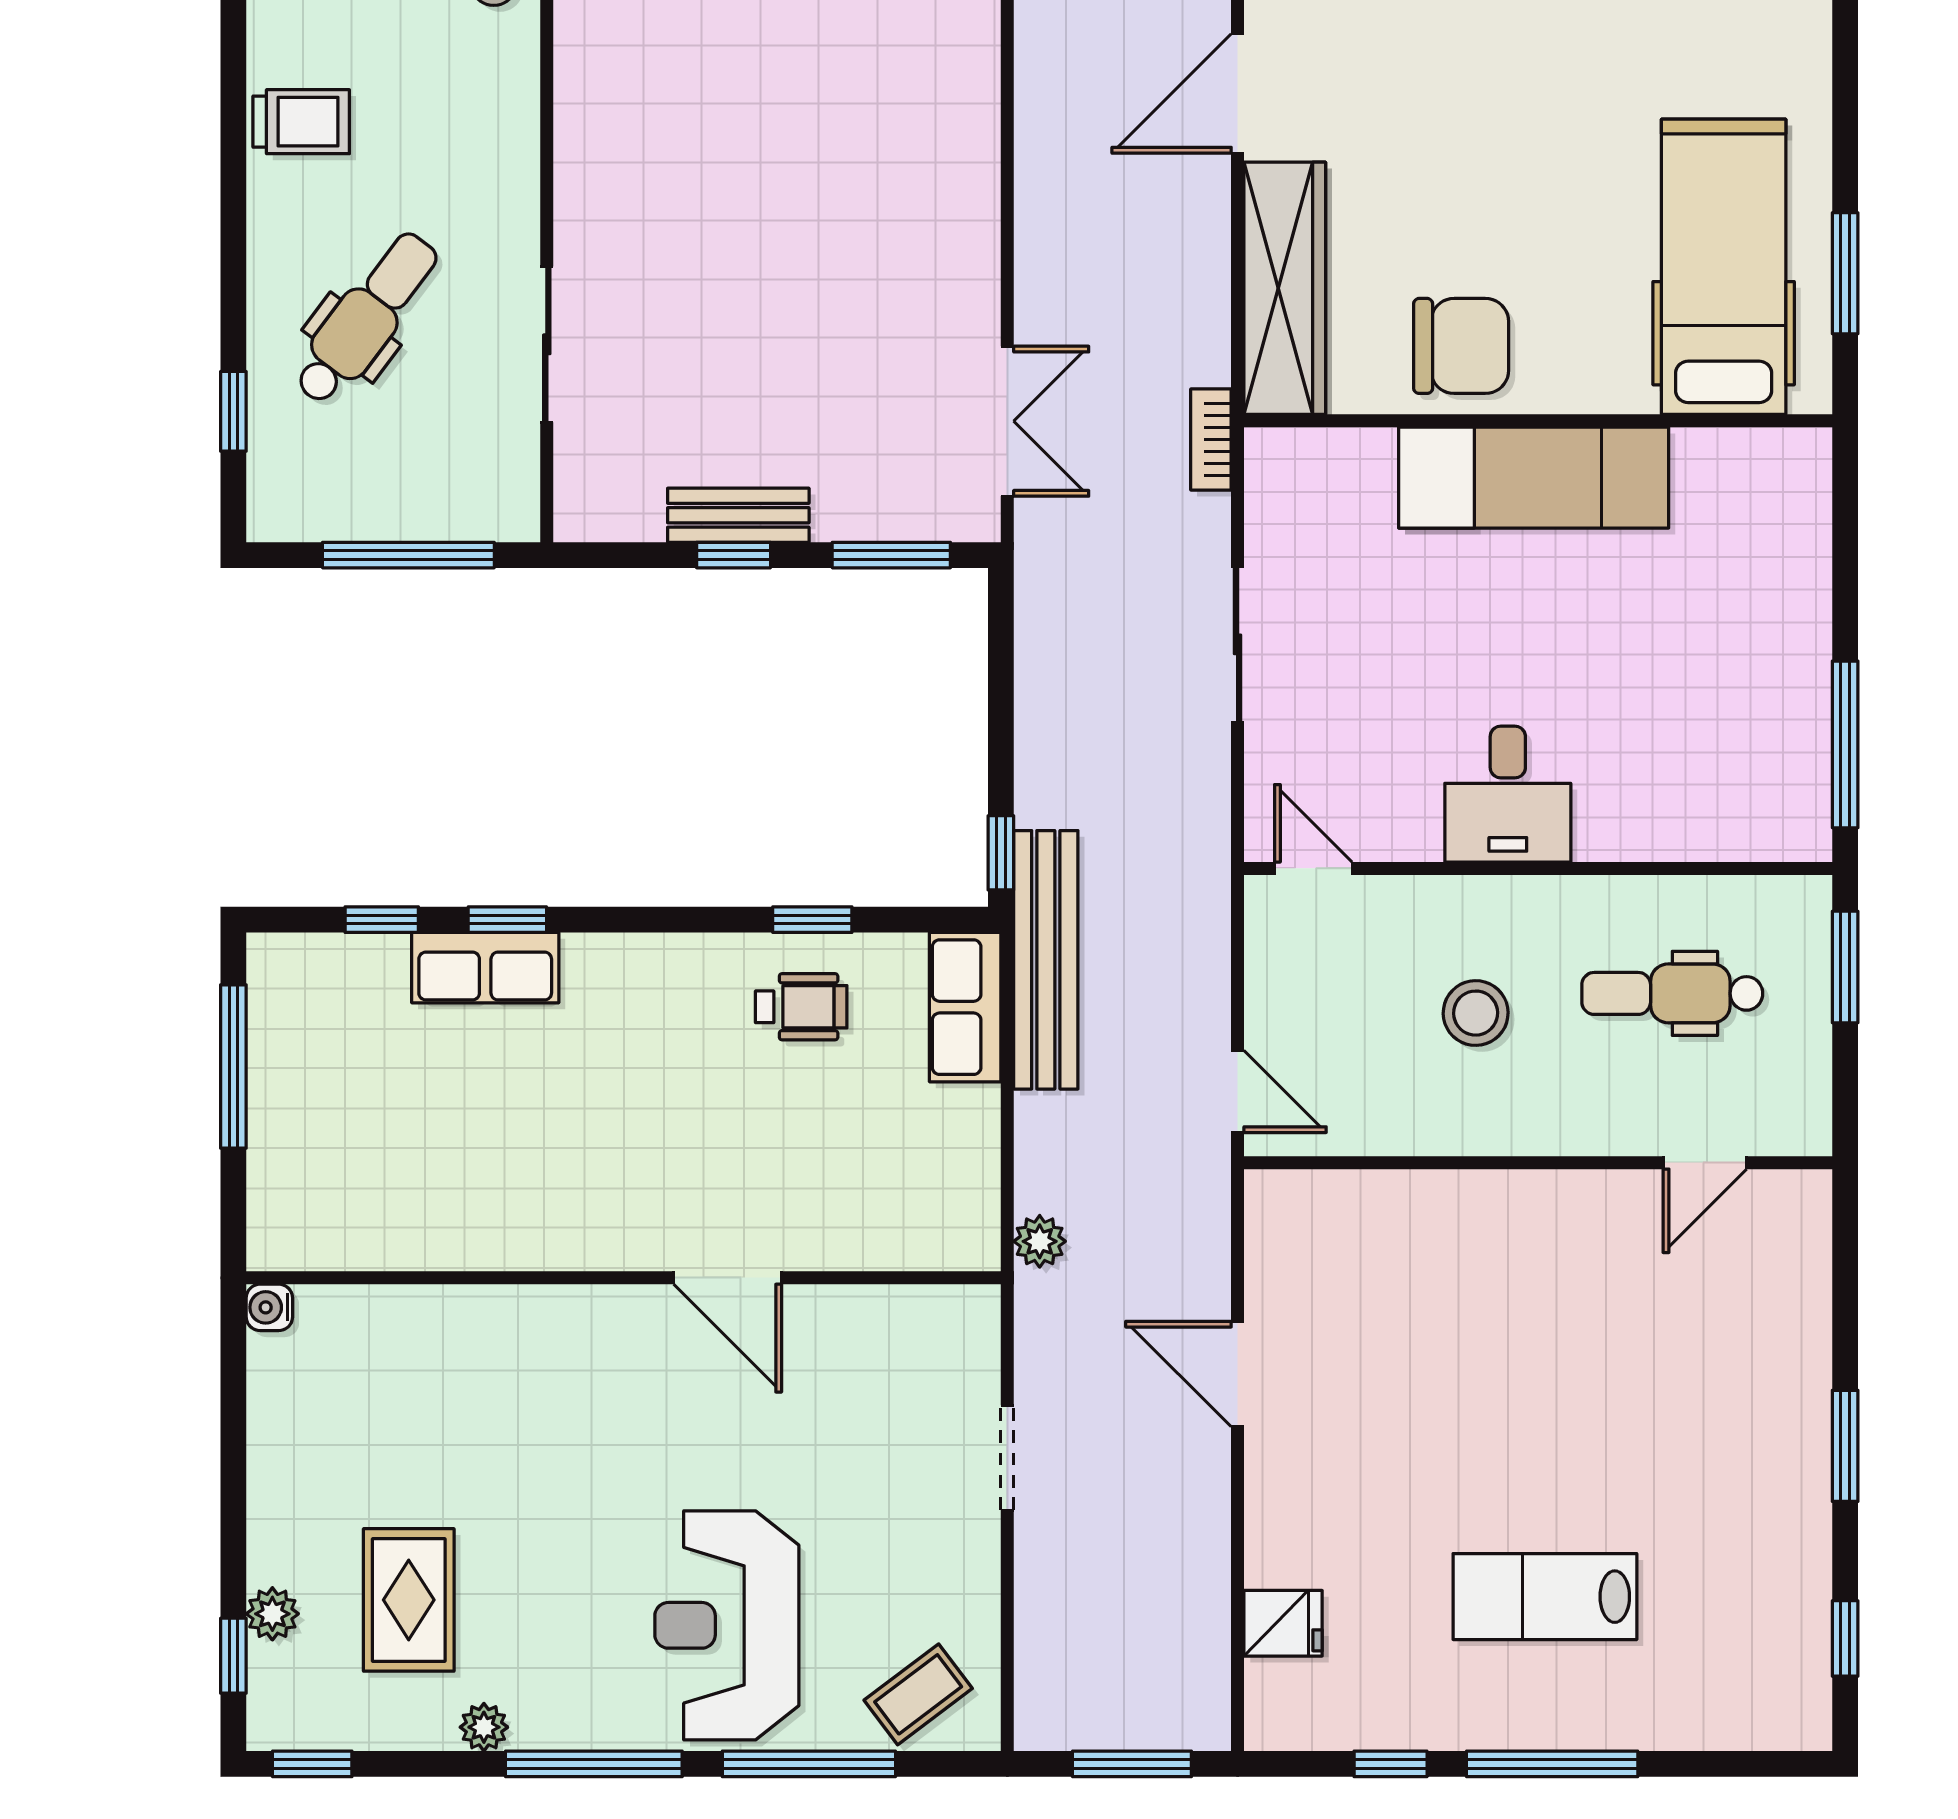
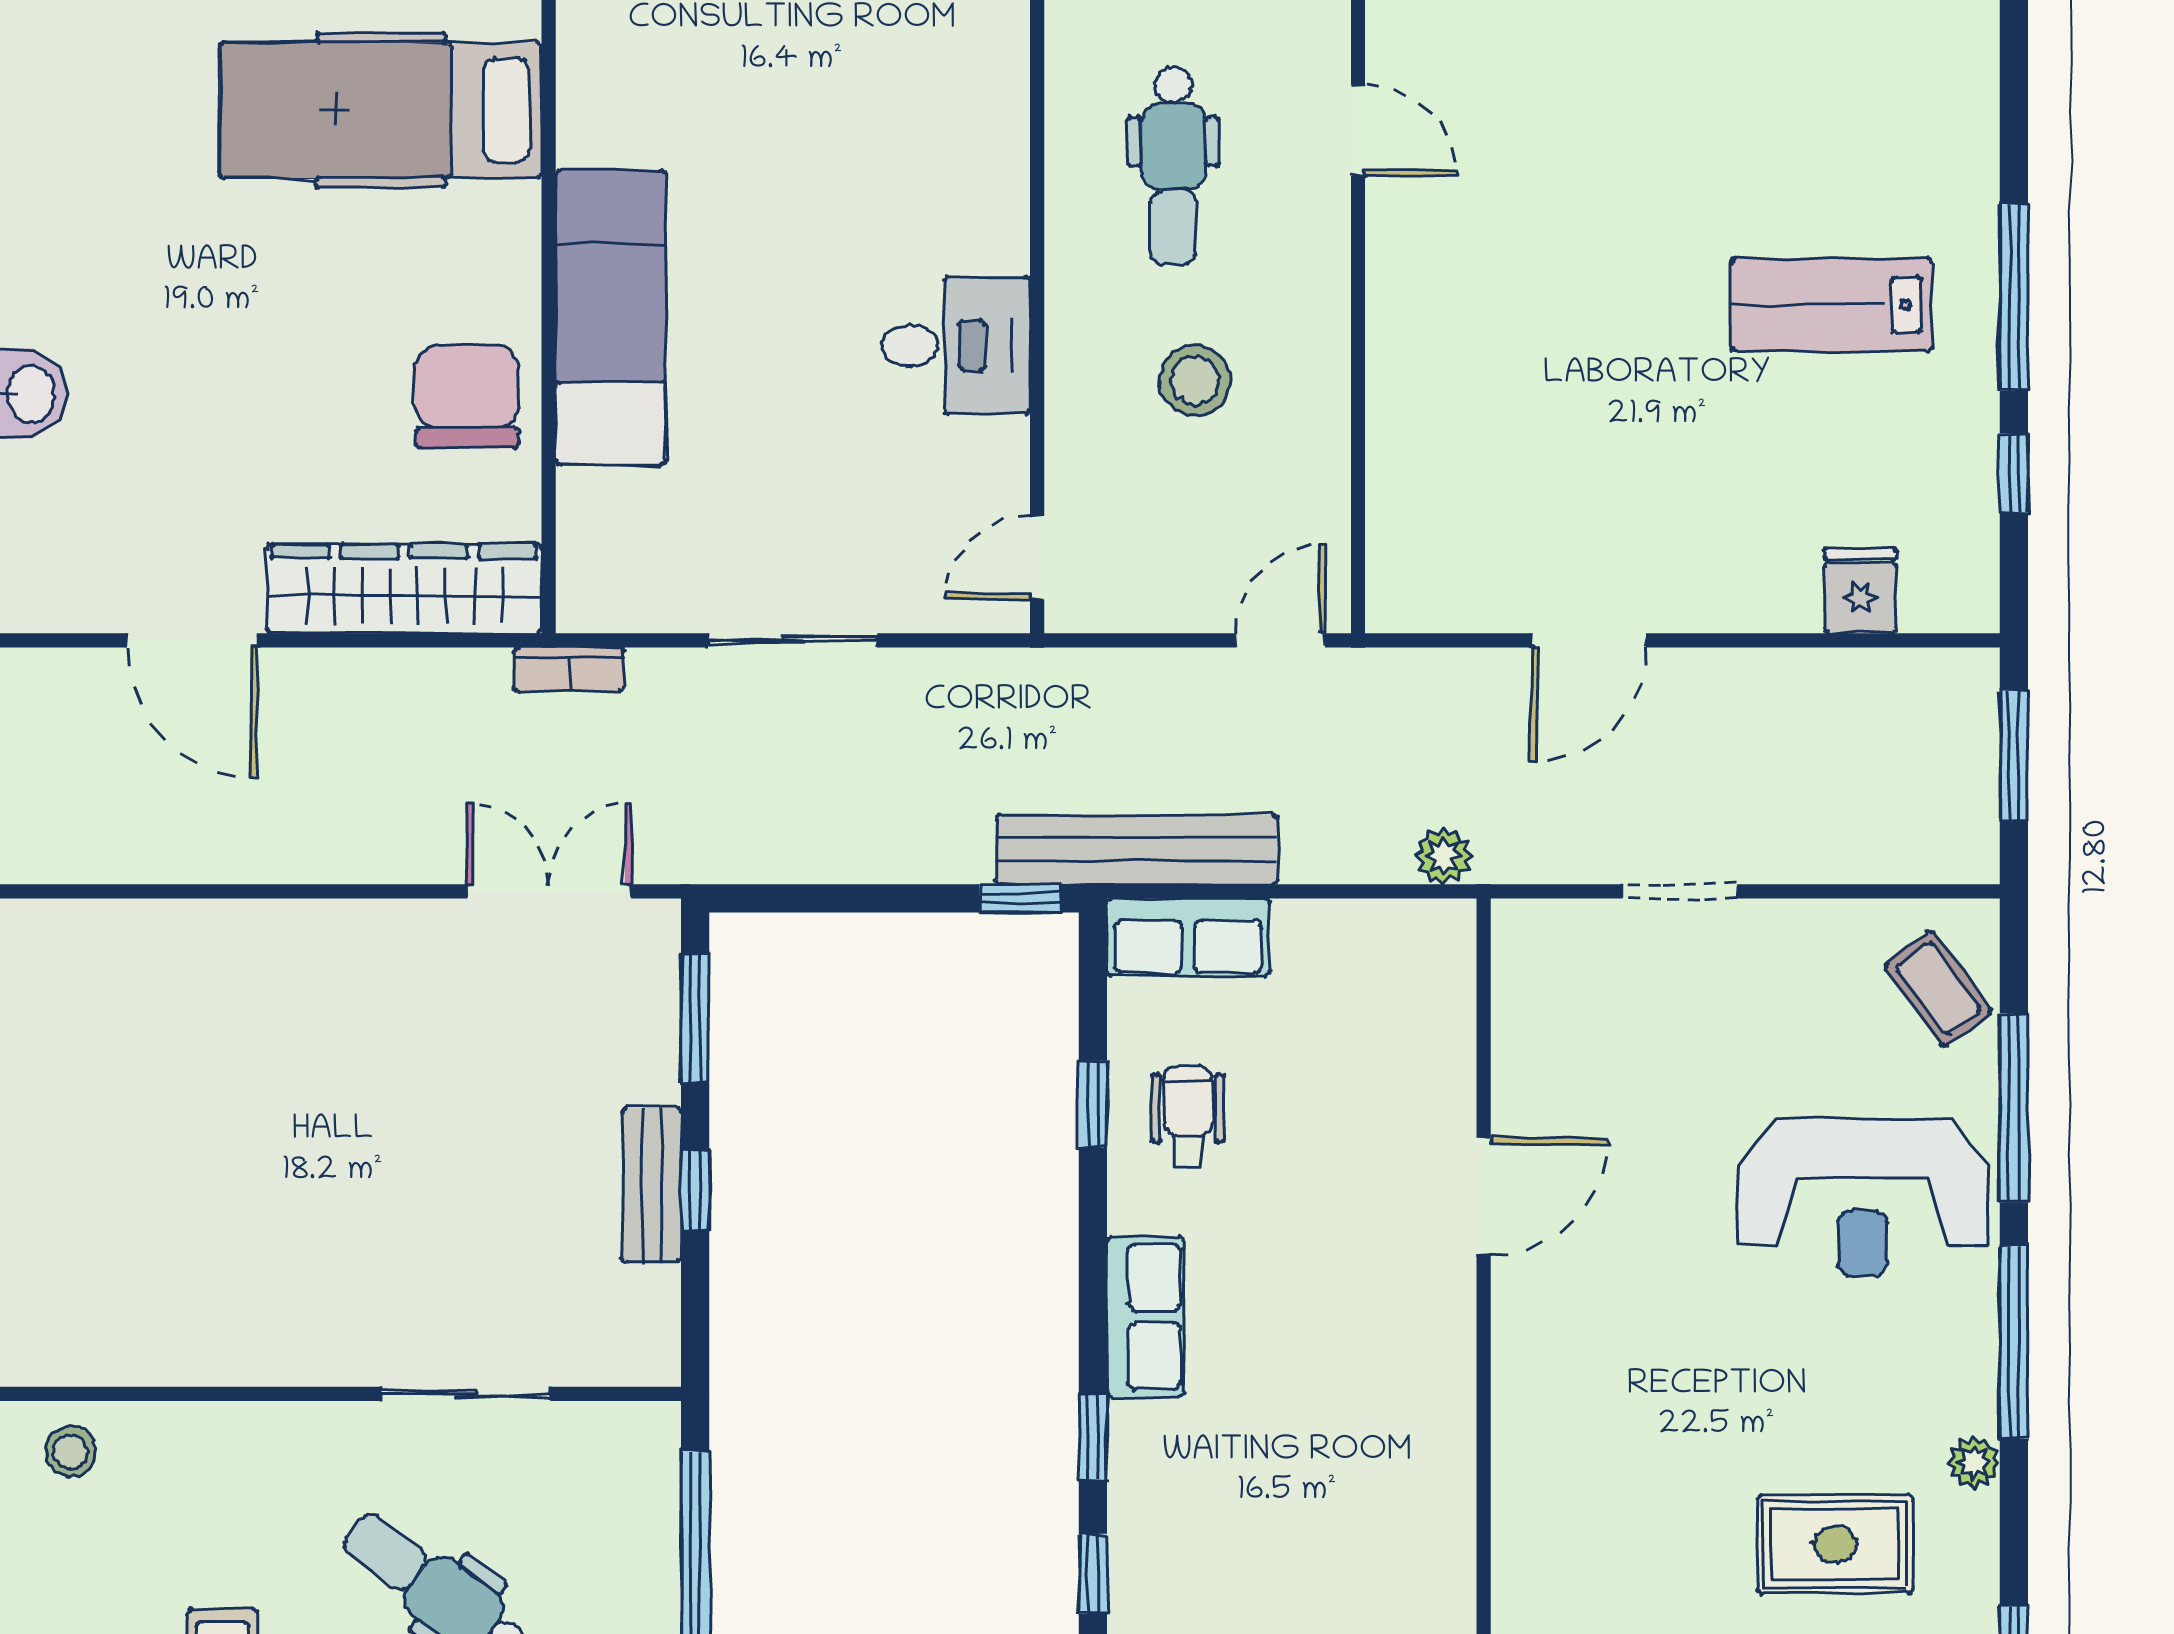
row of seats: (485, 968) -> (1145, 1317), moved
lab bench: (1545, 1597) -> (1831, 305), turned 90

